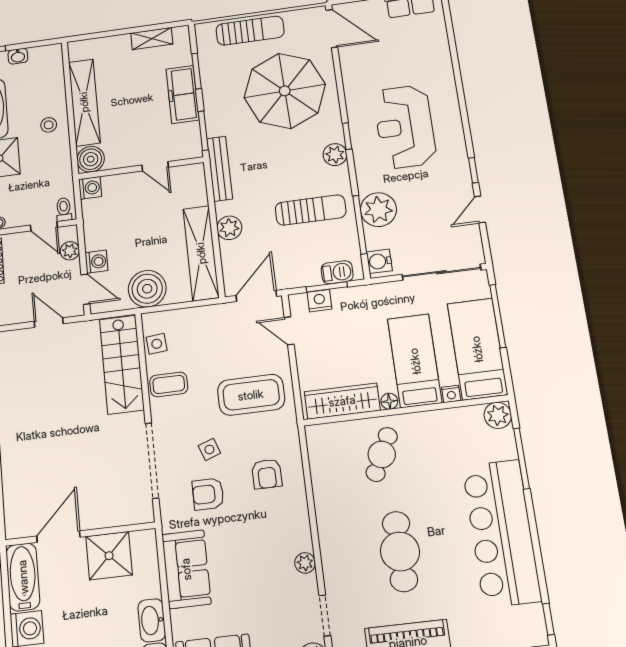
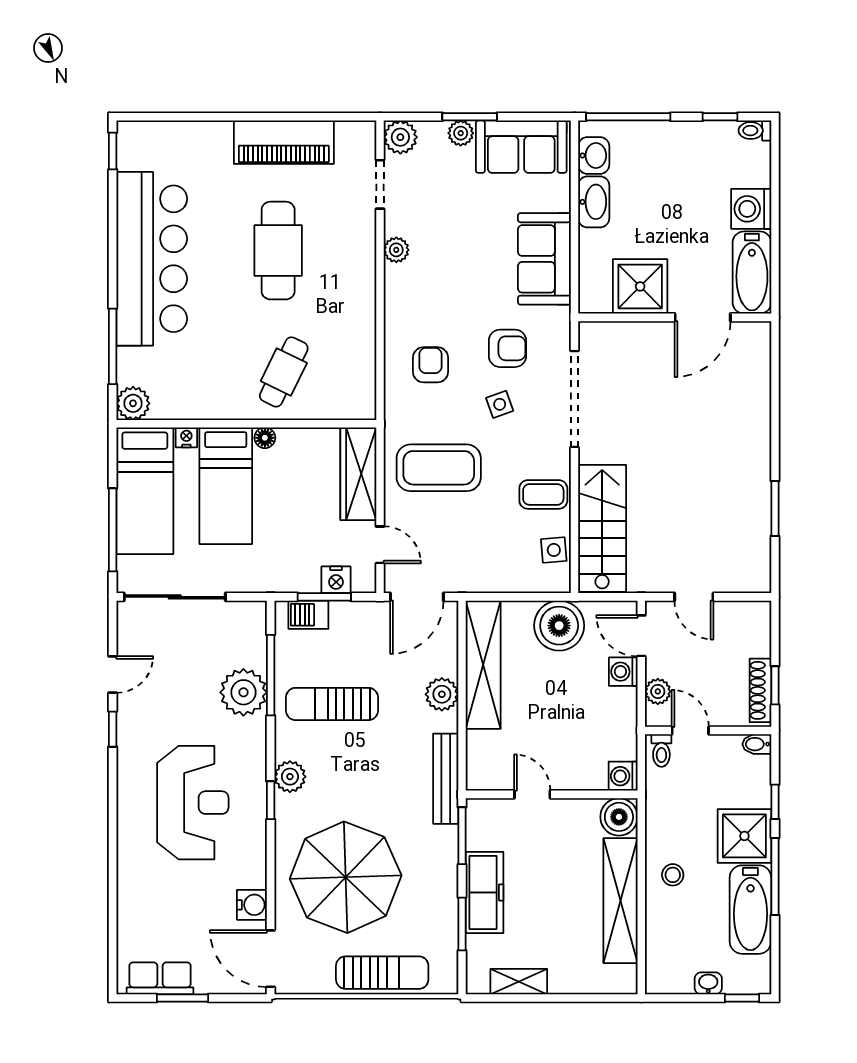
sun lounger: (250, 31) -> (382, 973), turned 180
water cooler: (379, 261) -> (252, 905), moved
wardrobe: (342, 401) -> (358, 474), moved, turned 90

